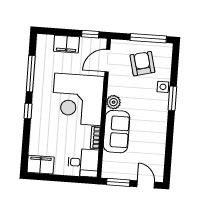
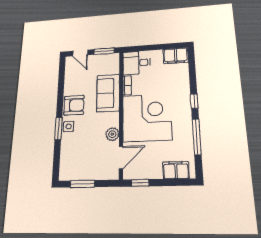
window: (148, 38) -> (82, 184), width x0.69
filing cabinet: (66, 44) -> (176, 170), moved
armchair: (142, 64) -> (74, 105), moved, turned -76
side table: (163, 87) -> (69, 126), moved
plant: (114, 102) -> (112, 134), moved

